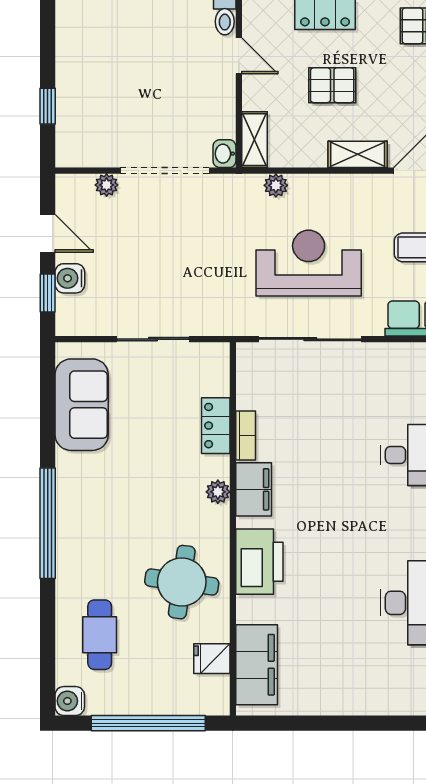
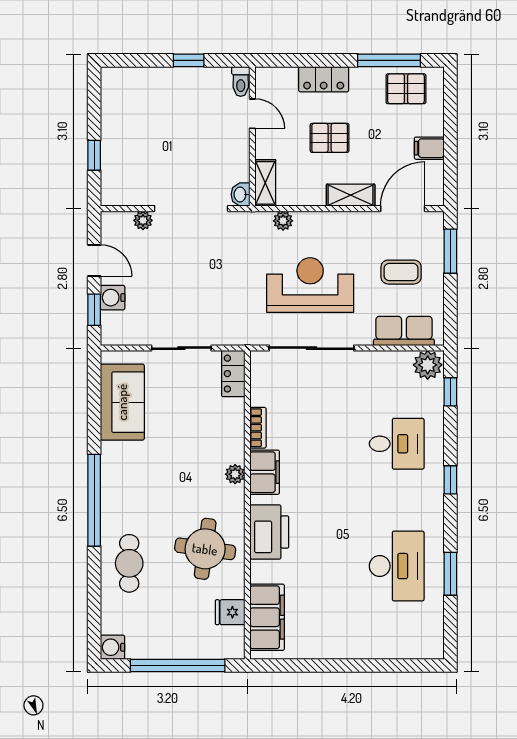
locker: (216, 426) -> (233, 374), moved
cafe table: (100, 635) -> (129, 563), moved

